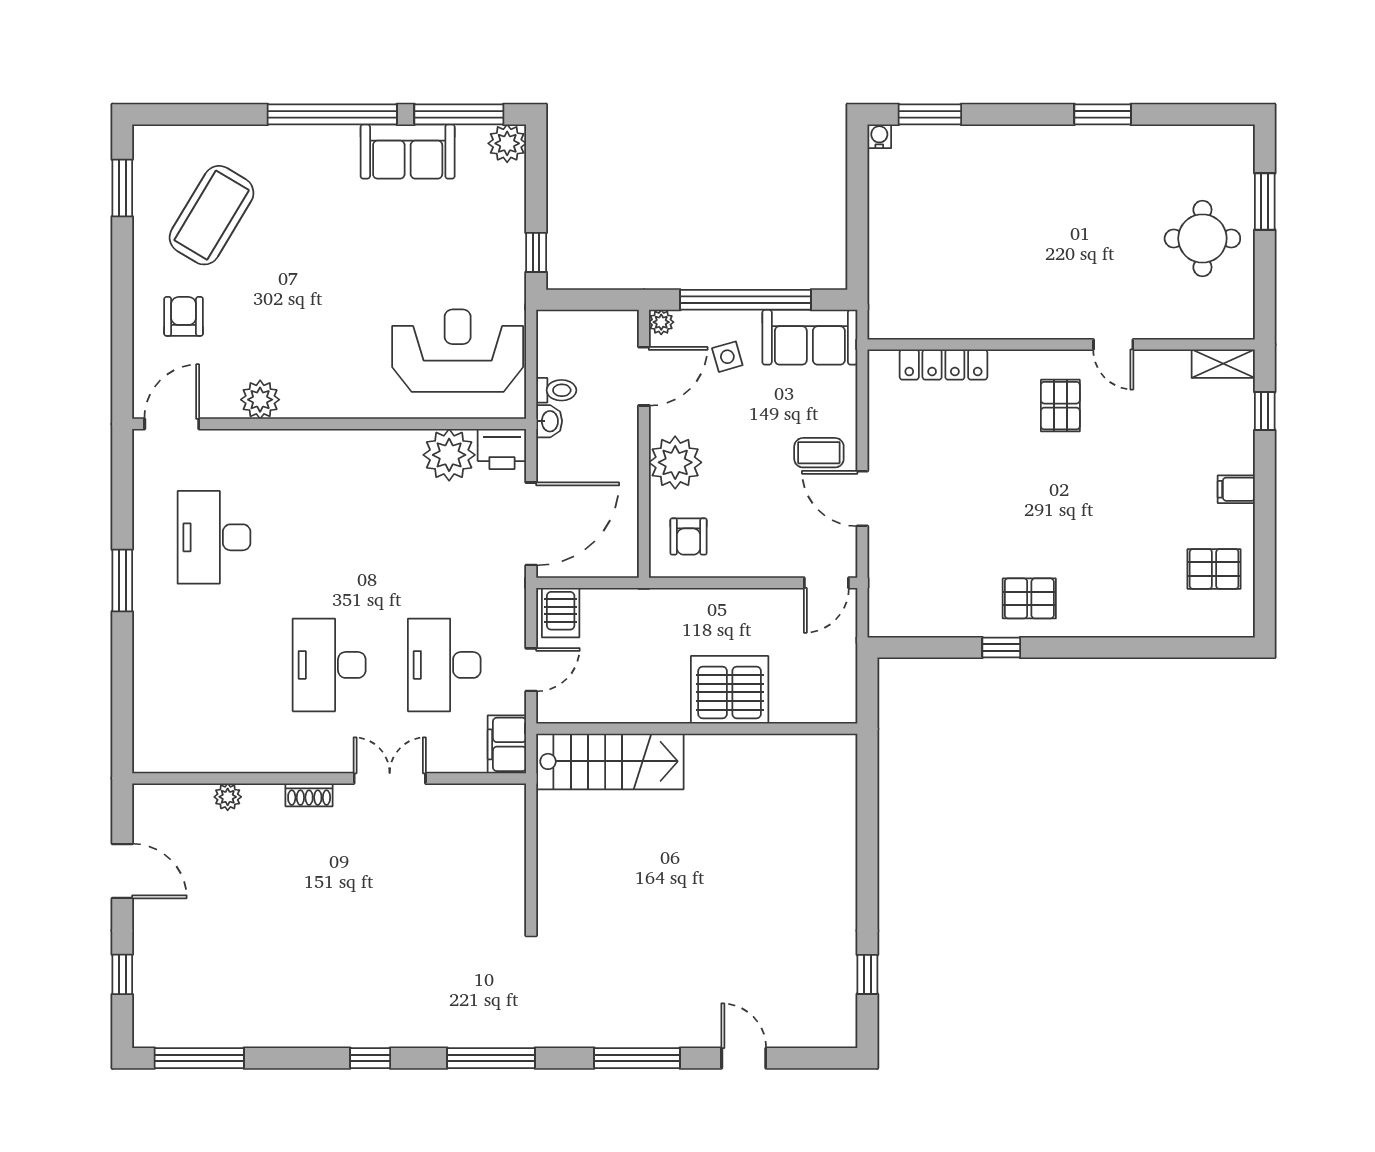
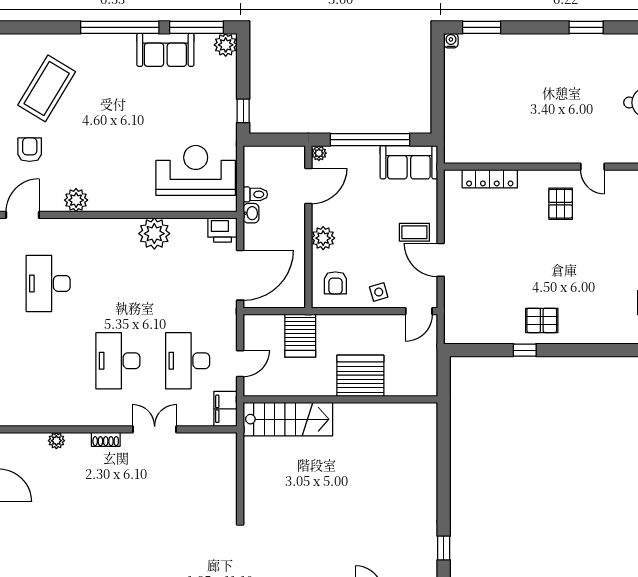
side table: (727, 357) -> (379, 292), moved
plant: (449, 455) -> (154, 234), moved
plant: (675, 462) -> (323, 238), width x0.73, depth x0.73
server rack: (561, 613) -> (300, 336), moved, width x1.36, depth x1.44

